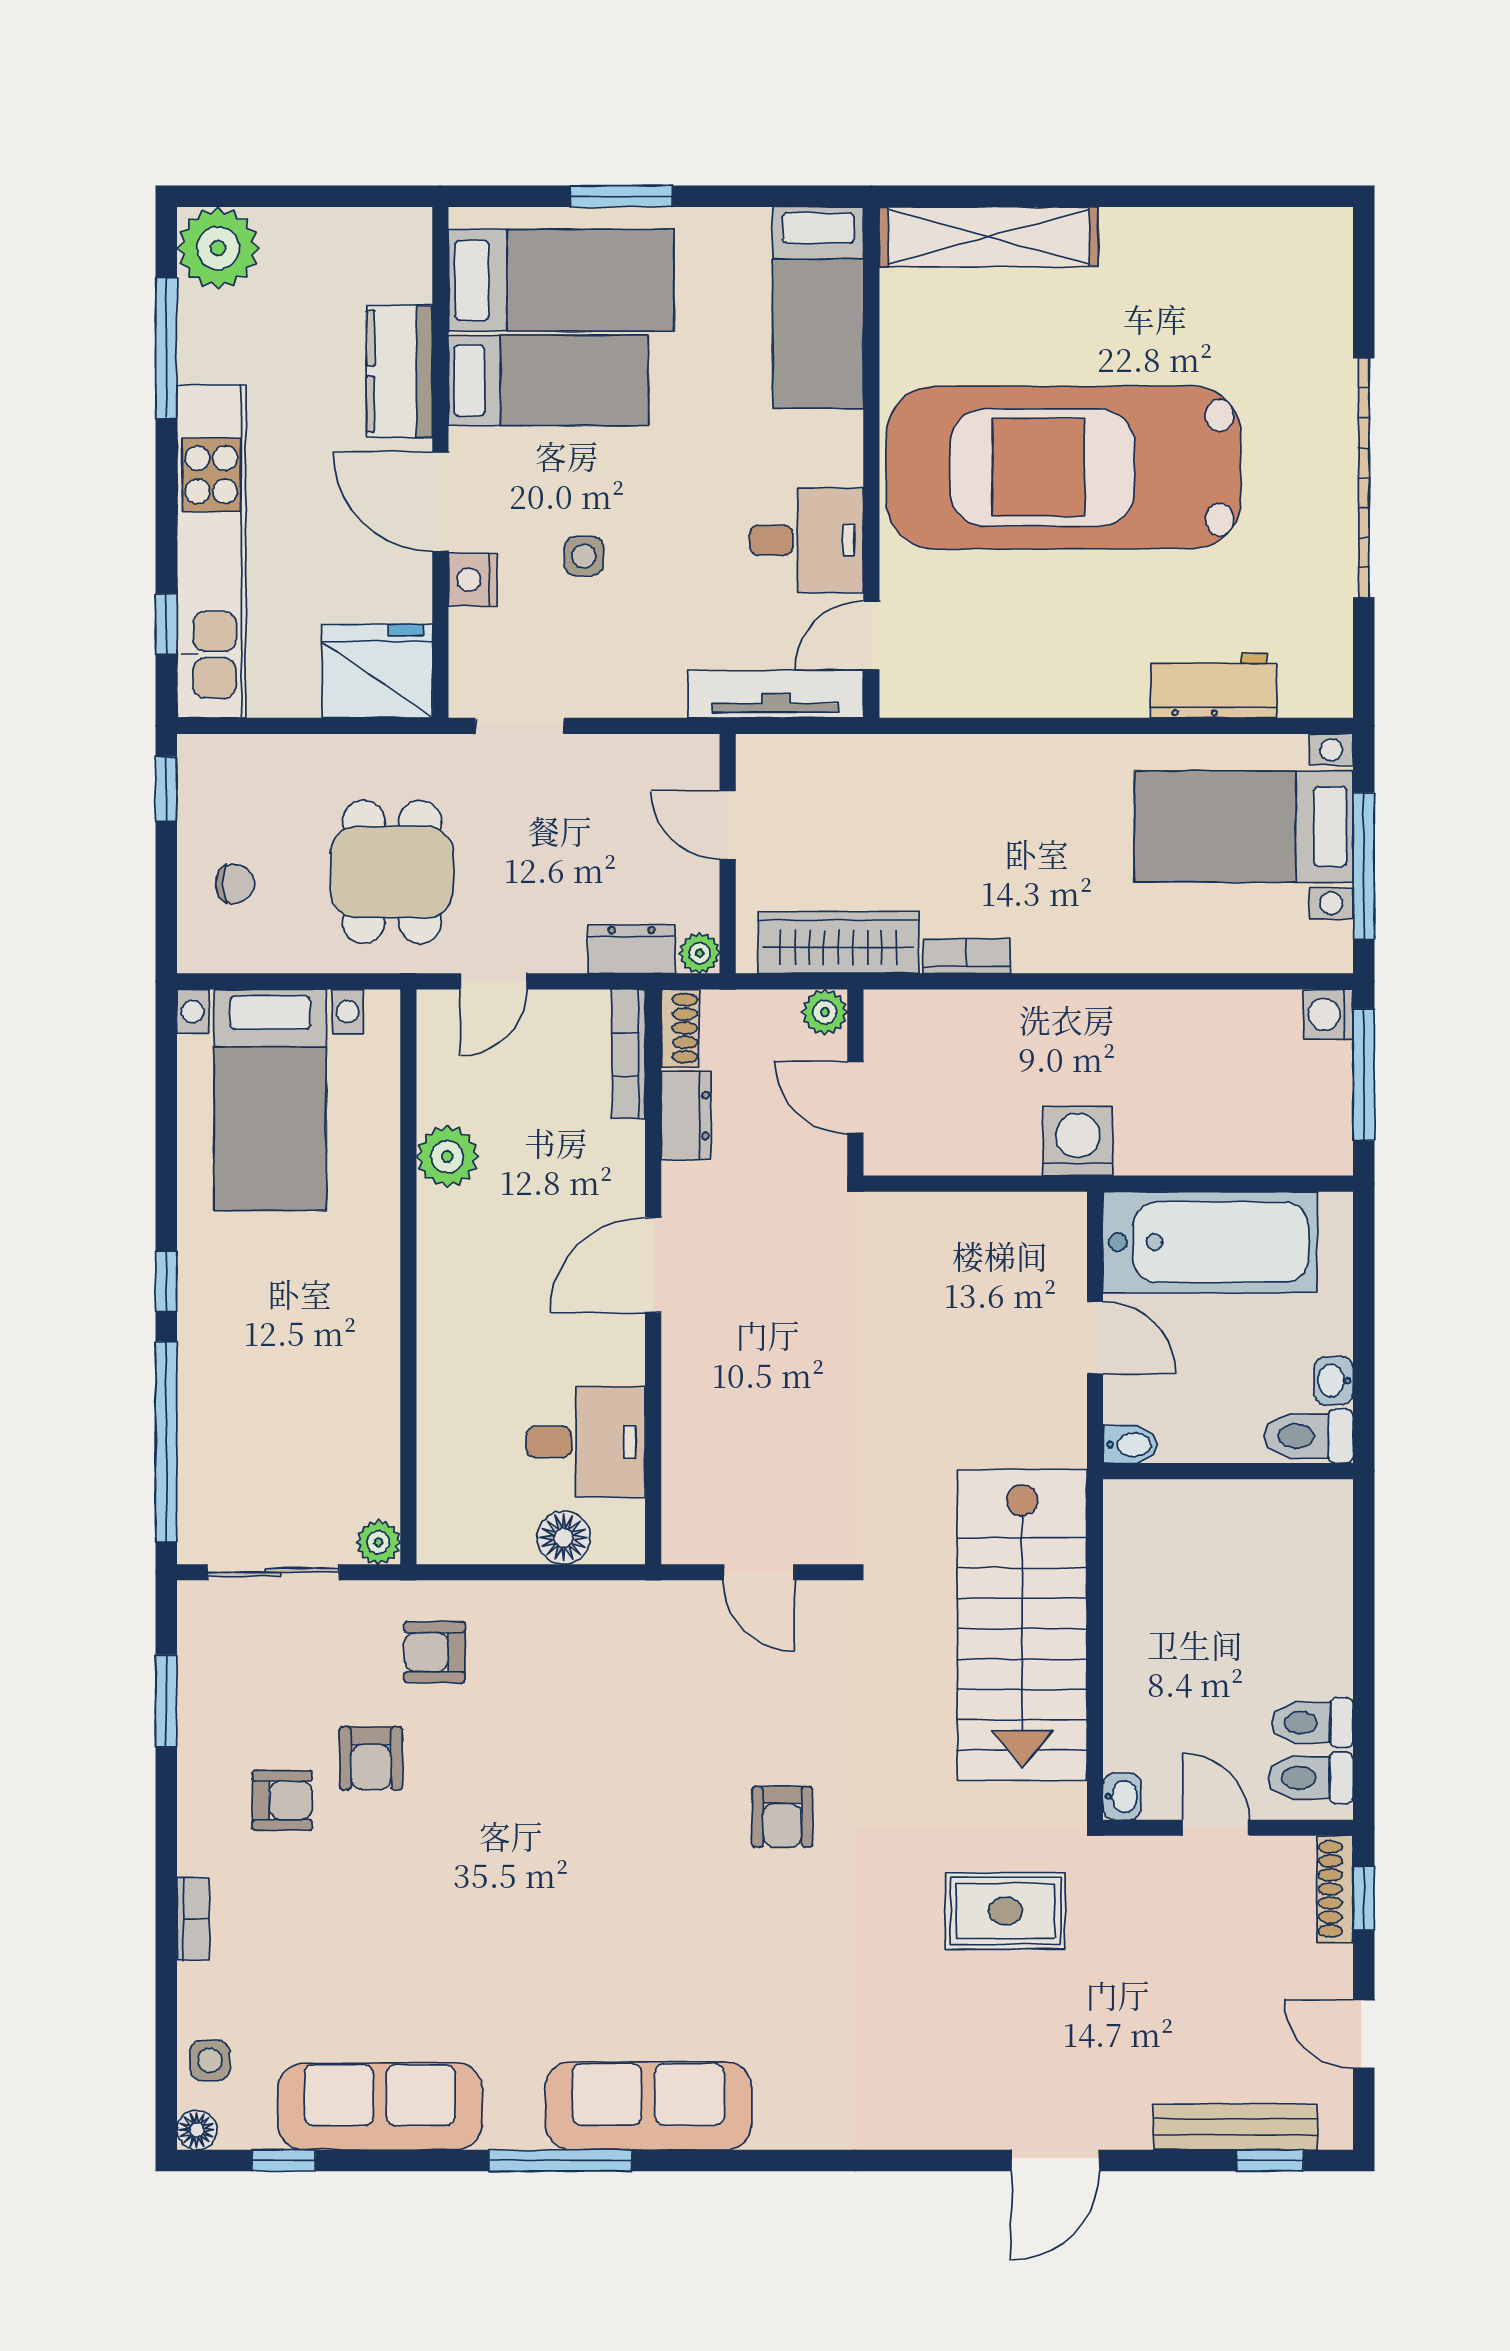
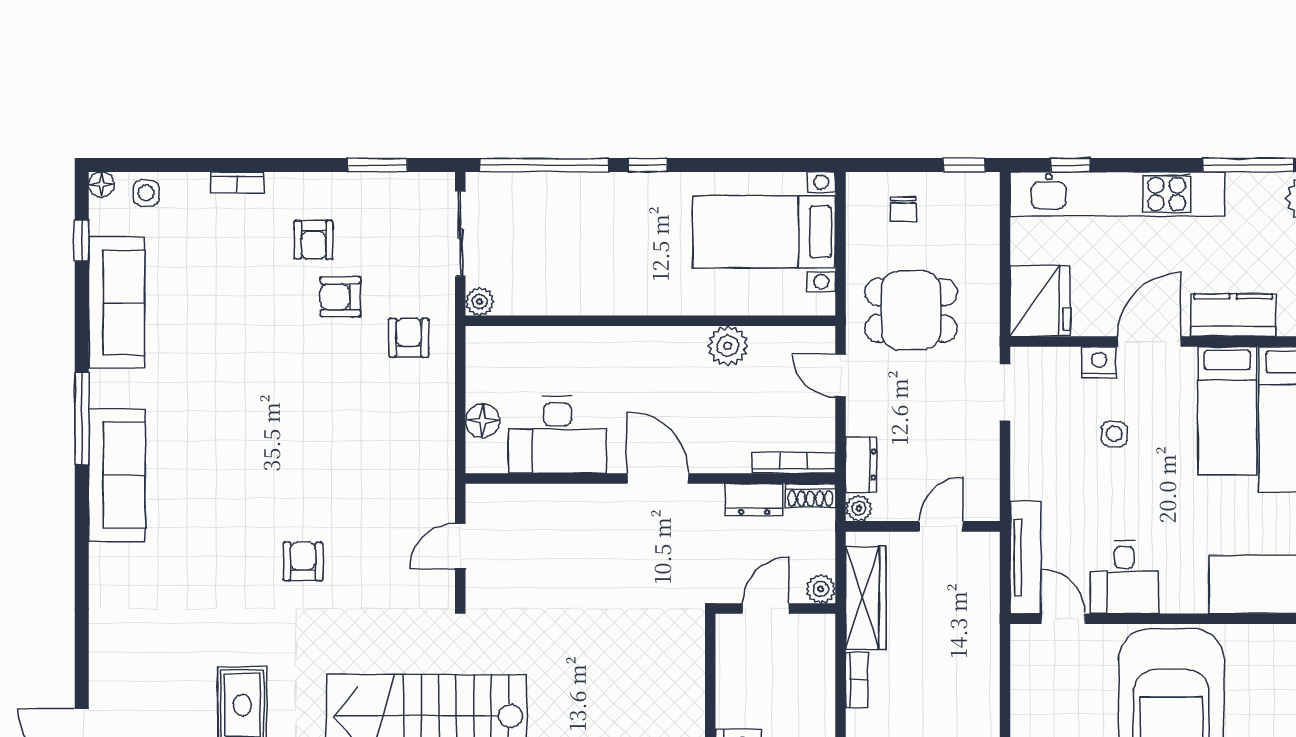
desk: (586, 1442) -> (557, 435), width x1.37
armchair: (782, 1817) -> (303, 561), turned 90

